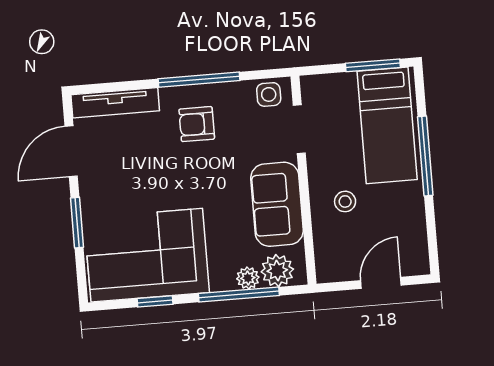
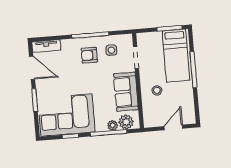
side table: (269, 94) -> (111, 50), moved
tv unit: (115, 103) -> (46, 46), width x0.71
door: (71, 151) -> (32, 68), swing flipped

